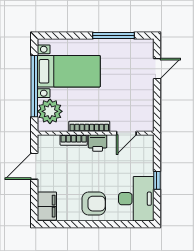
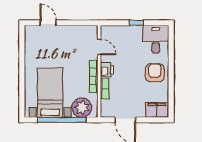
window: (114, 36) -> (22, 57), removed
desk: (136, 199) -> (156, 39), width x0.73

